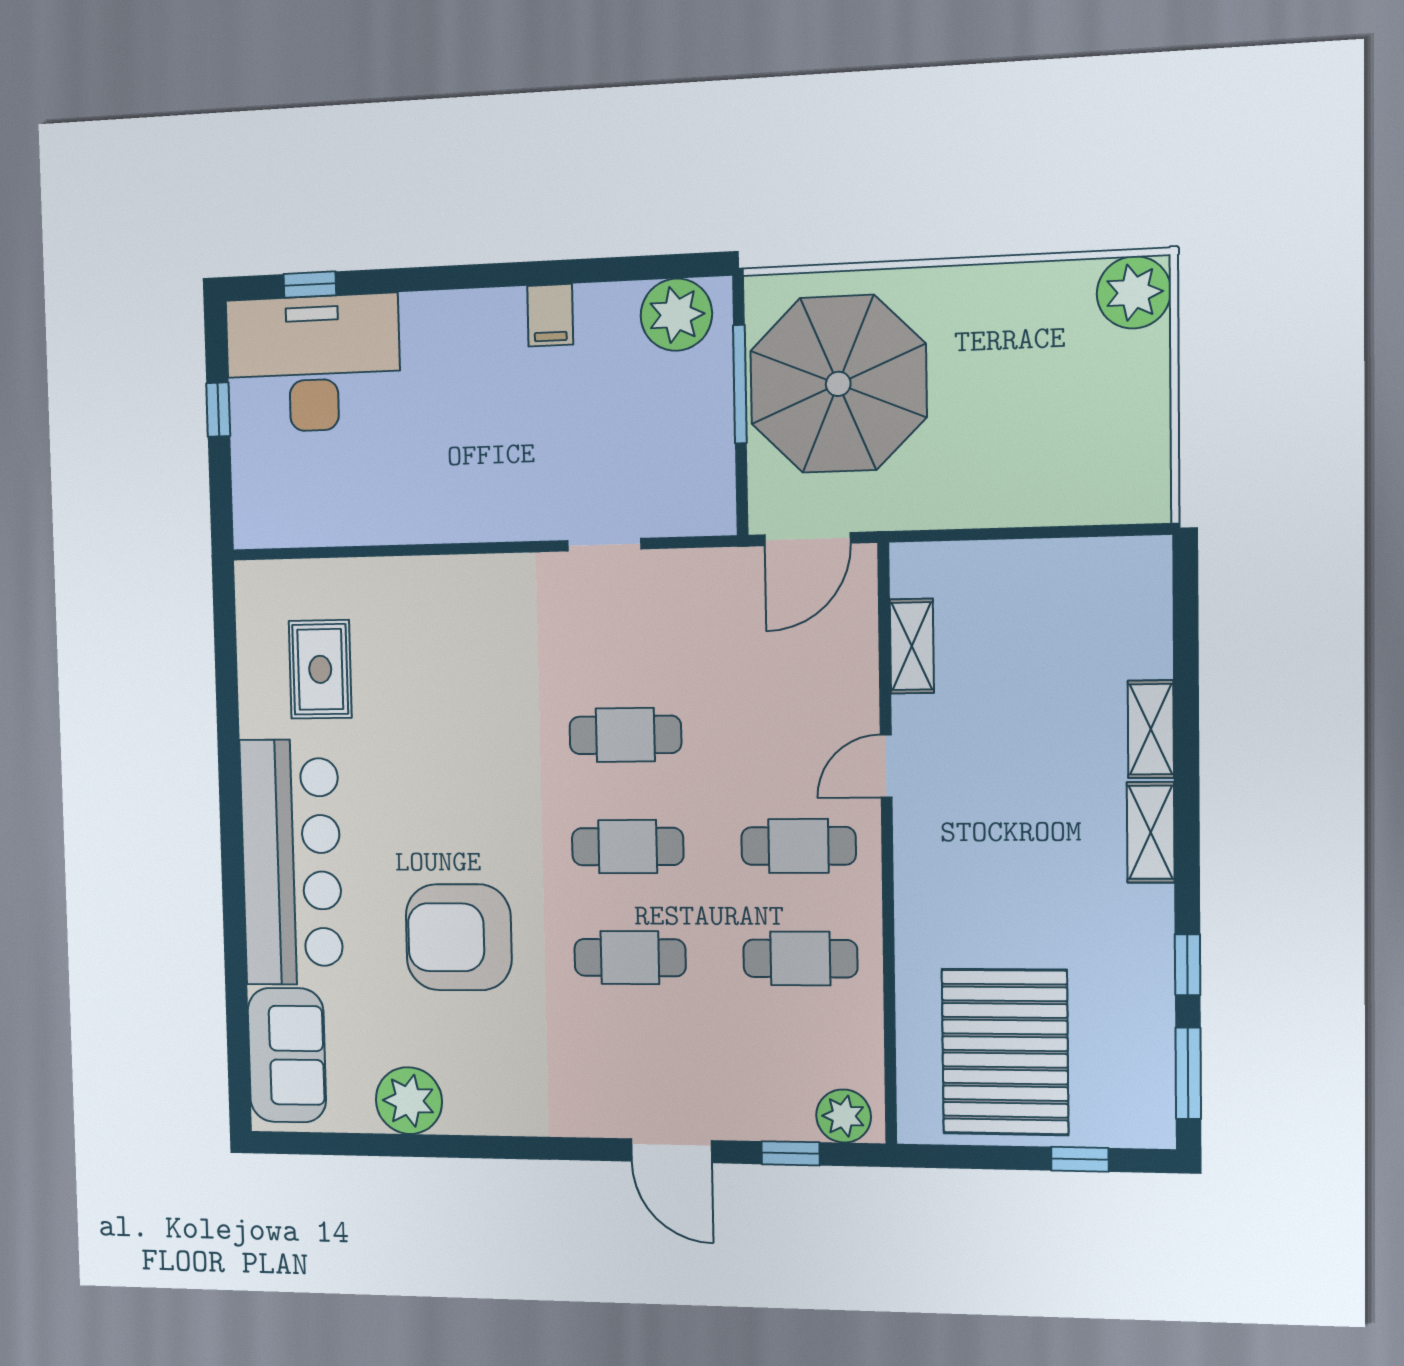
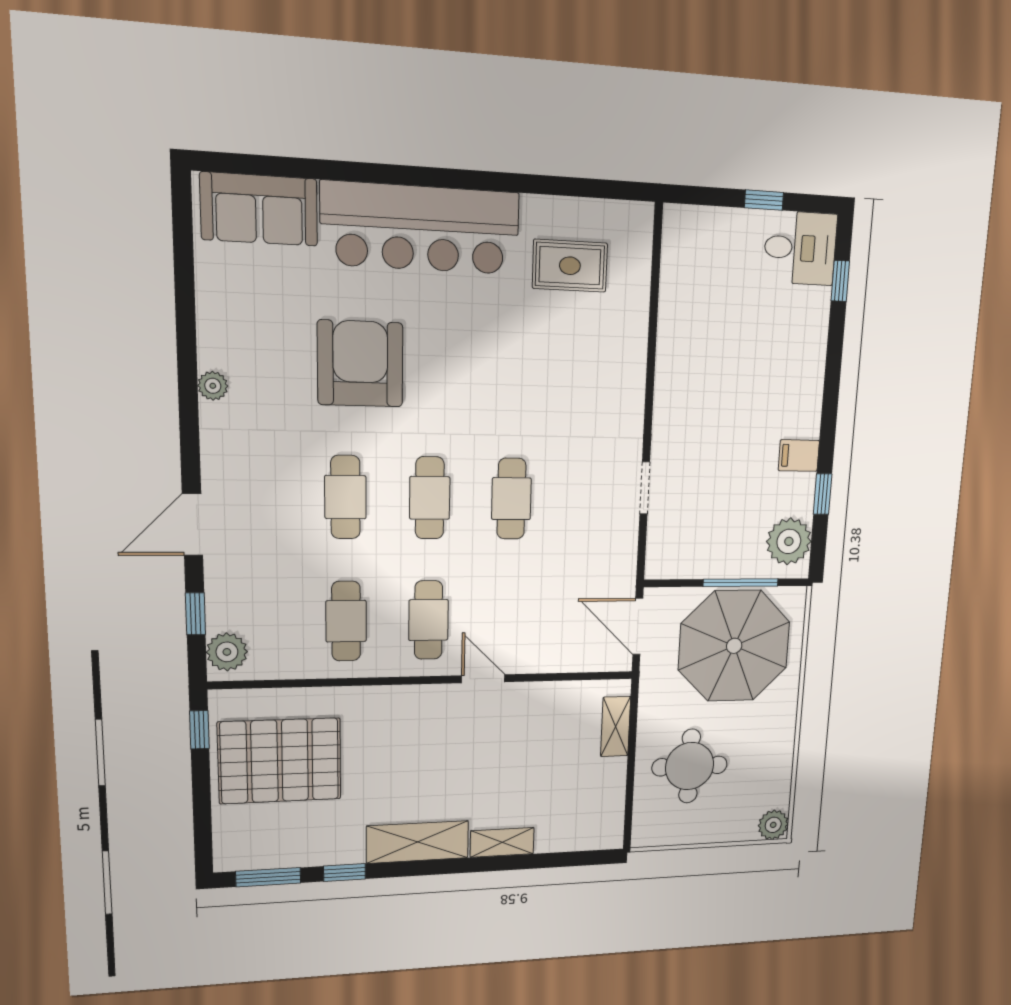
window: (605, 270) -> (823, 494), added
plant: (1134, 292) -> (773, 825), width x0.73, depth x0.73
desk: (313, 364) -> (800, 248), width x0.53, depth x0.77
round table: (1034, 437) -> (690, 766), added
shelving: (912, 646) -> (616, 726), moved, turned 90
shelving: (1151, 832) -> (418, 842), width x1.50, depth x1.33
plant: (409, 1101) -> (213, 386), moved, width x0.53, depth x0.53
window: (1080, 1159) -> (199, 730), moved

